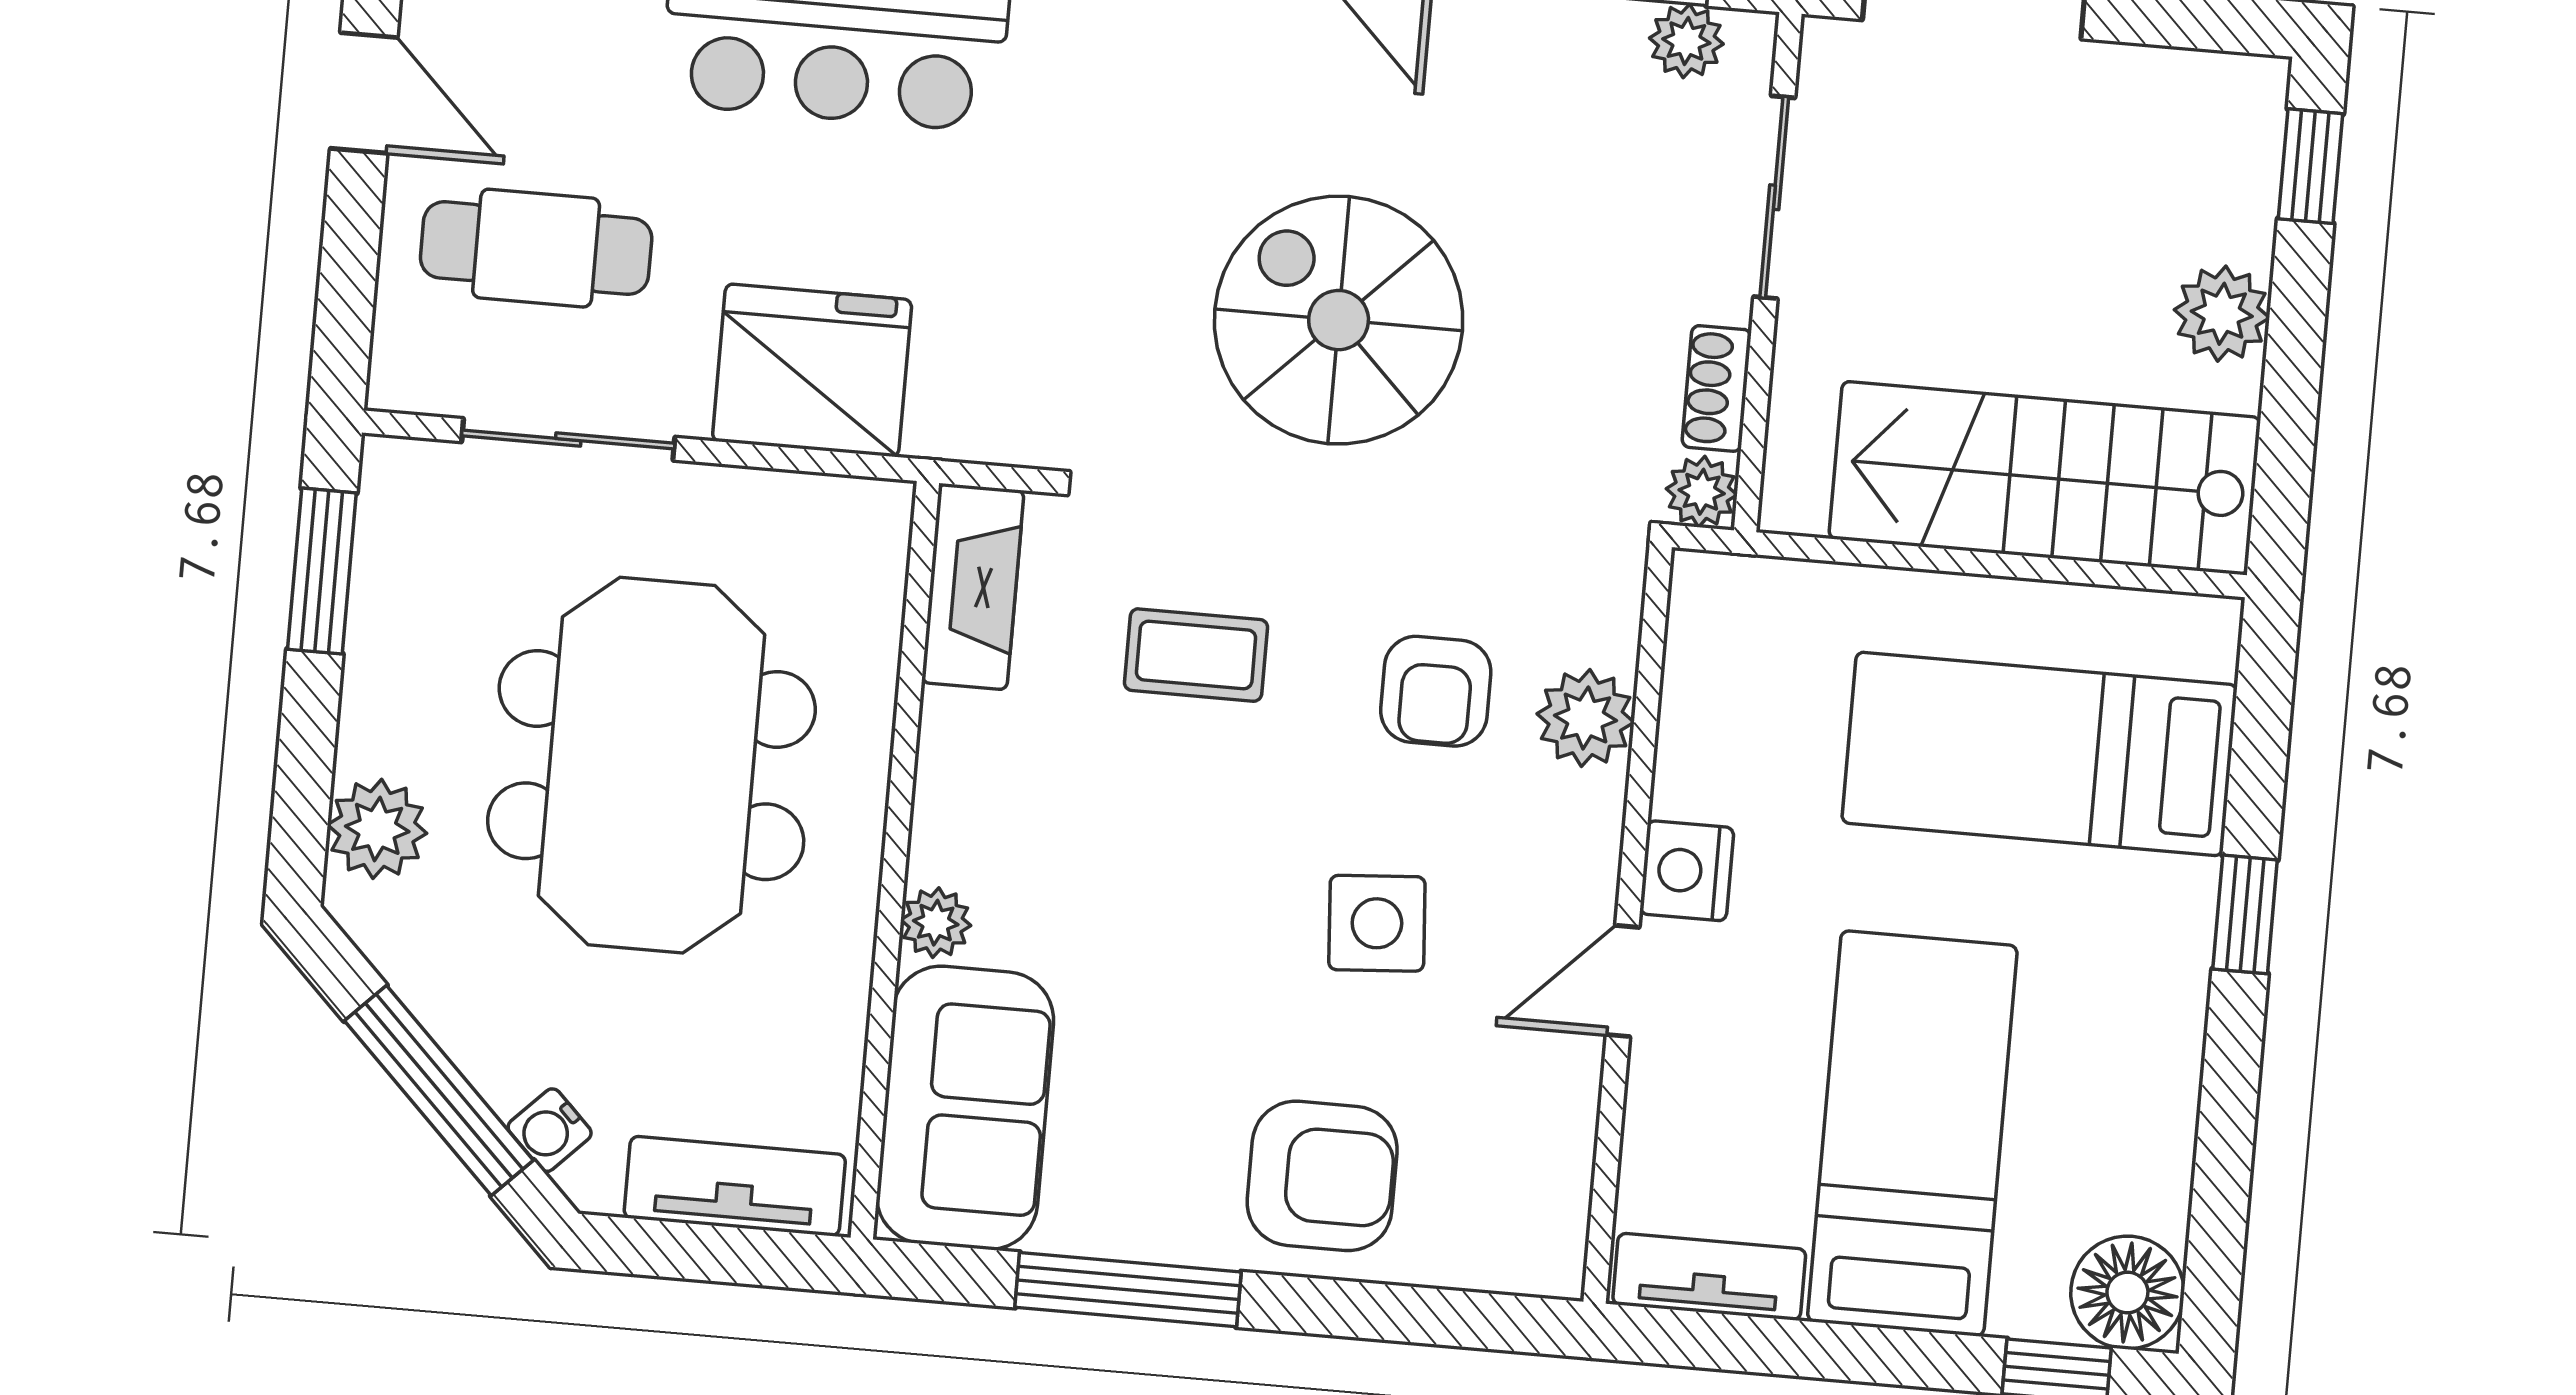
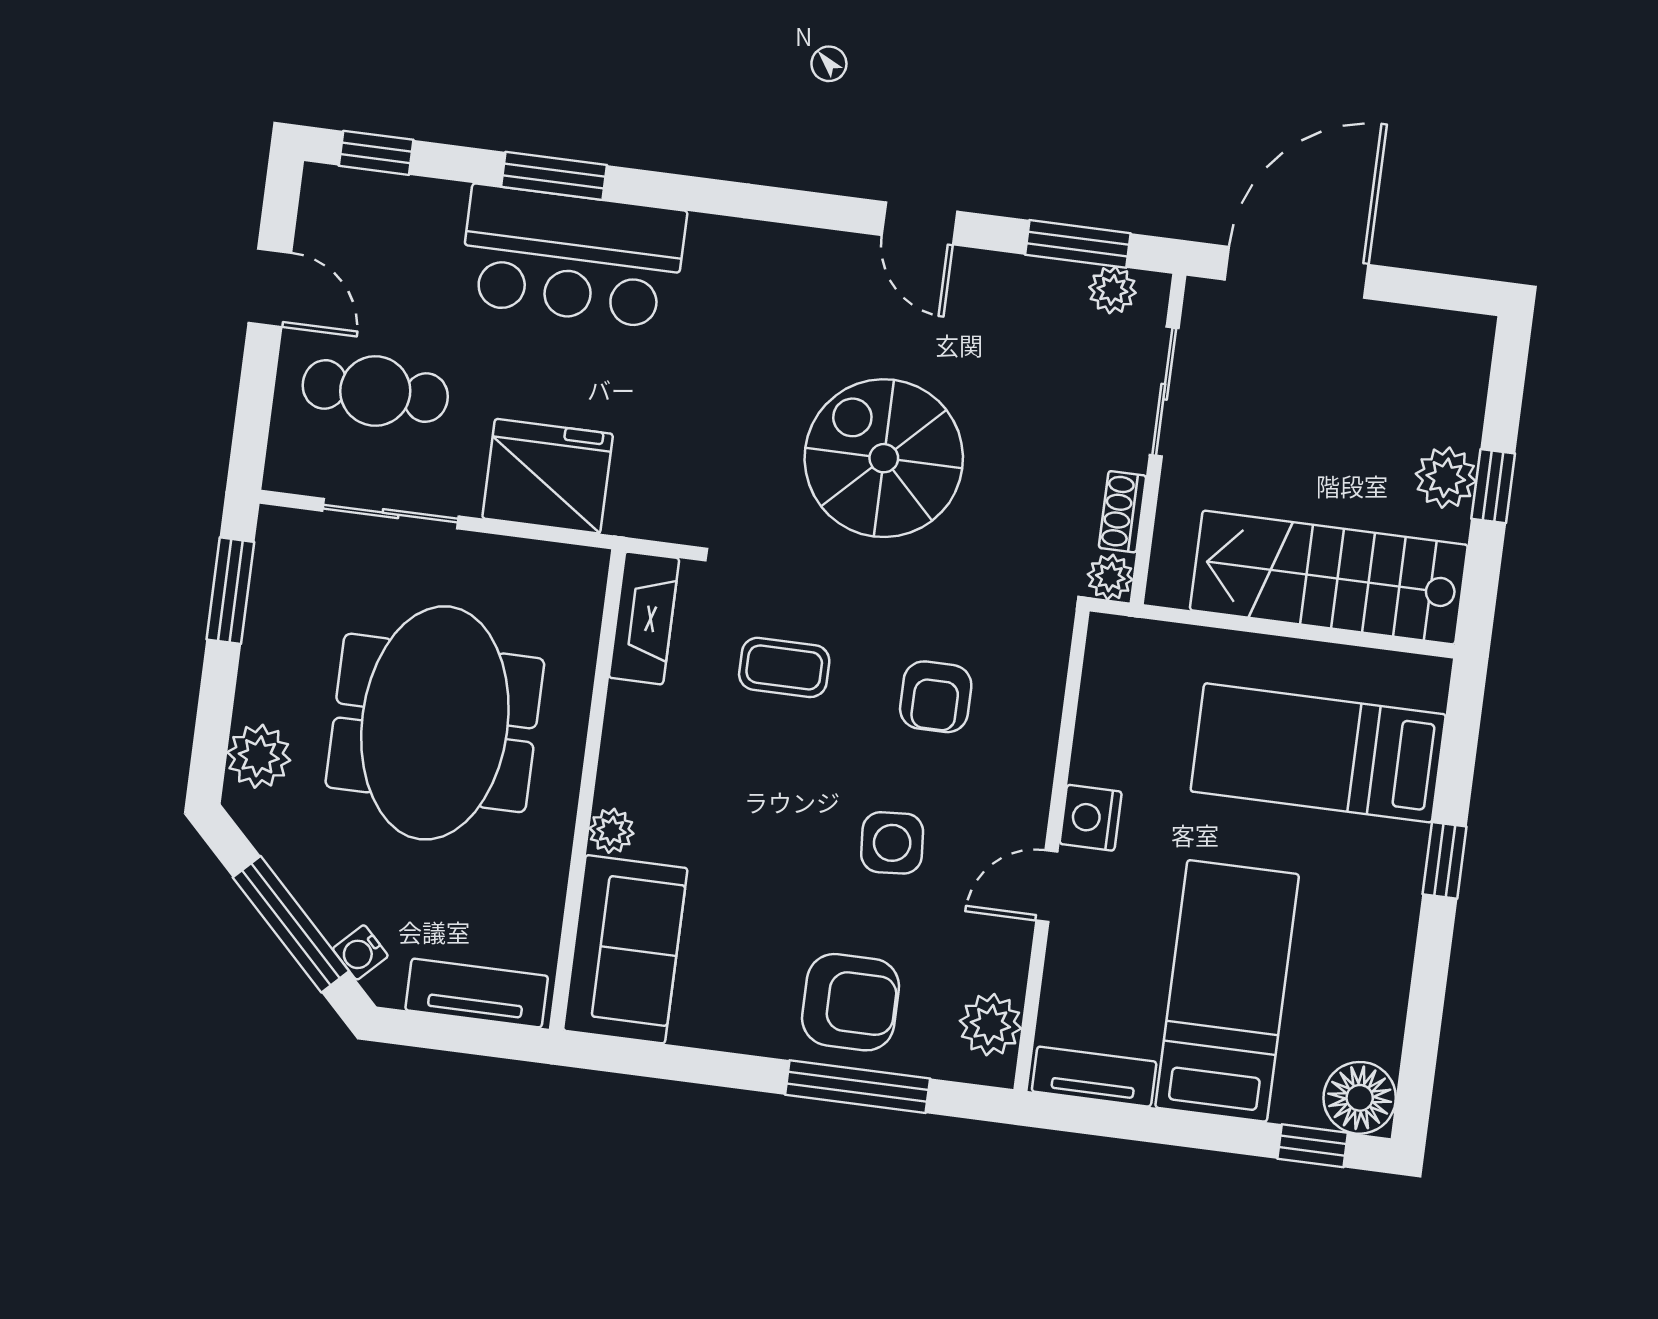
window: (2311, 166) -> (1493, 486), moved
plant: (1586, 718) -> (990, 1025), moved
window: (1128, 1290) -> (858, 1087), moved

